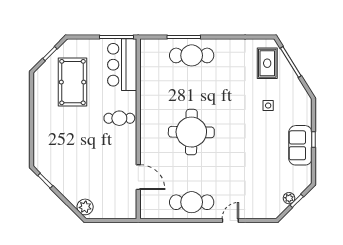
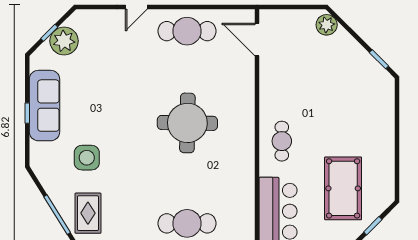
side table: (268, 106) -> (87, 158), width x1.87, depth x1.87
cafe table: (119, 118) -> (282, 141), turned 90
sofa: (300, 145) -> (45, 106), width x1.36
door: (138, 177) -> (257, 40), moved
plant: (289, 198) -> (64, 41), width x1.87, depth x1.87

